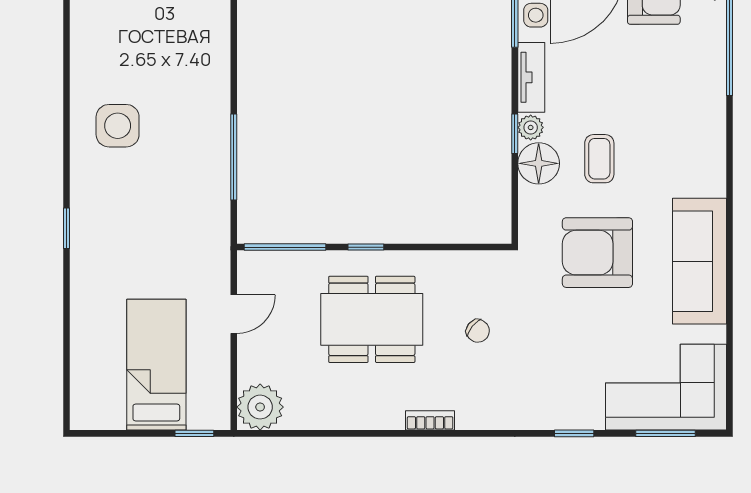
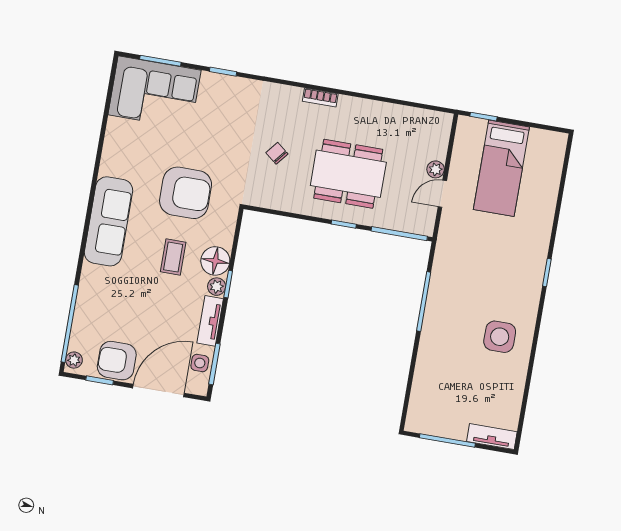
sofa: (700, 261) -> (109, 221), moved
plant: (260, 407) -> (436, 169), moved, width x0.53, depth x0.53

